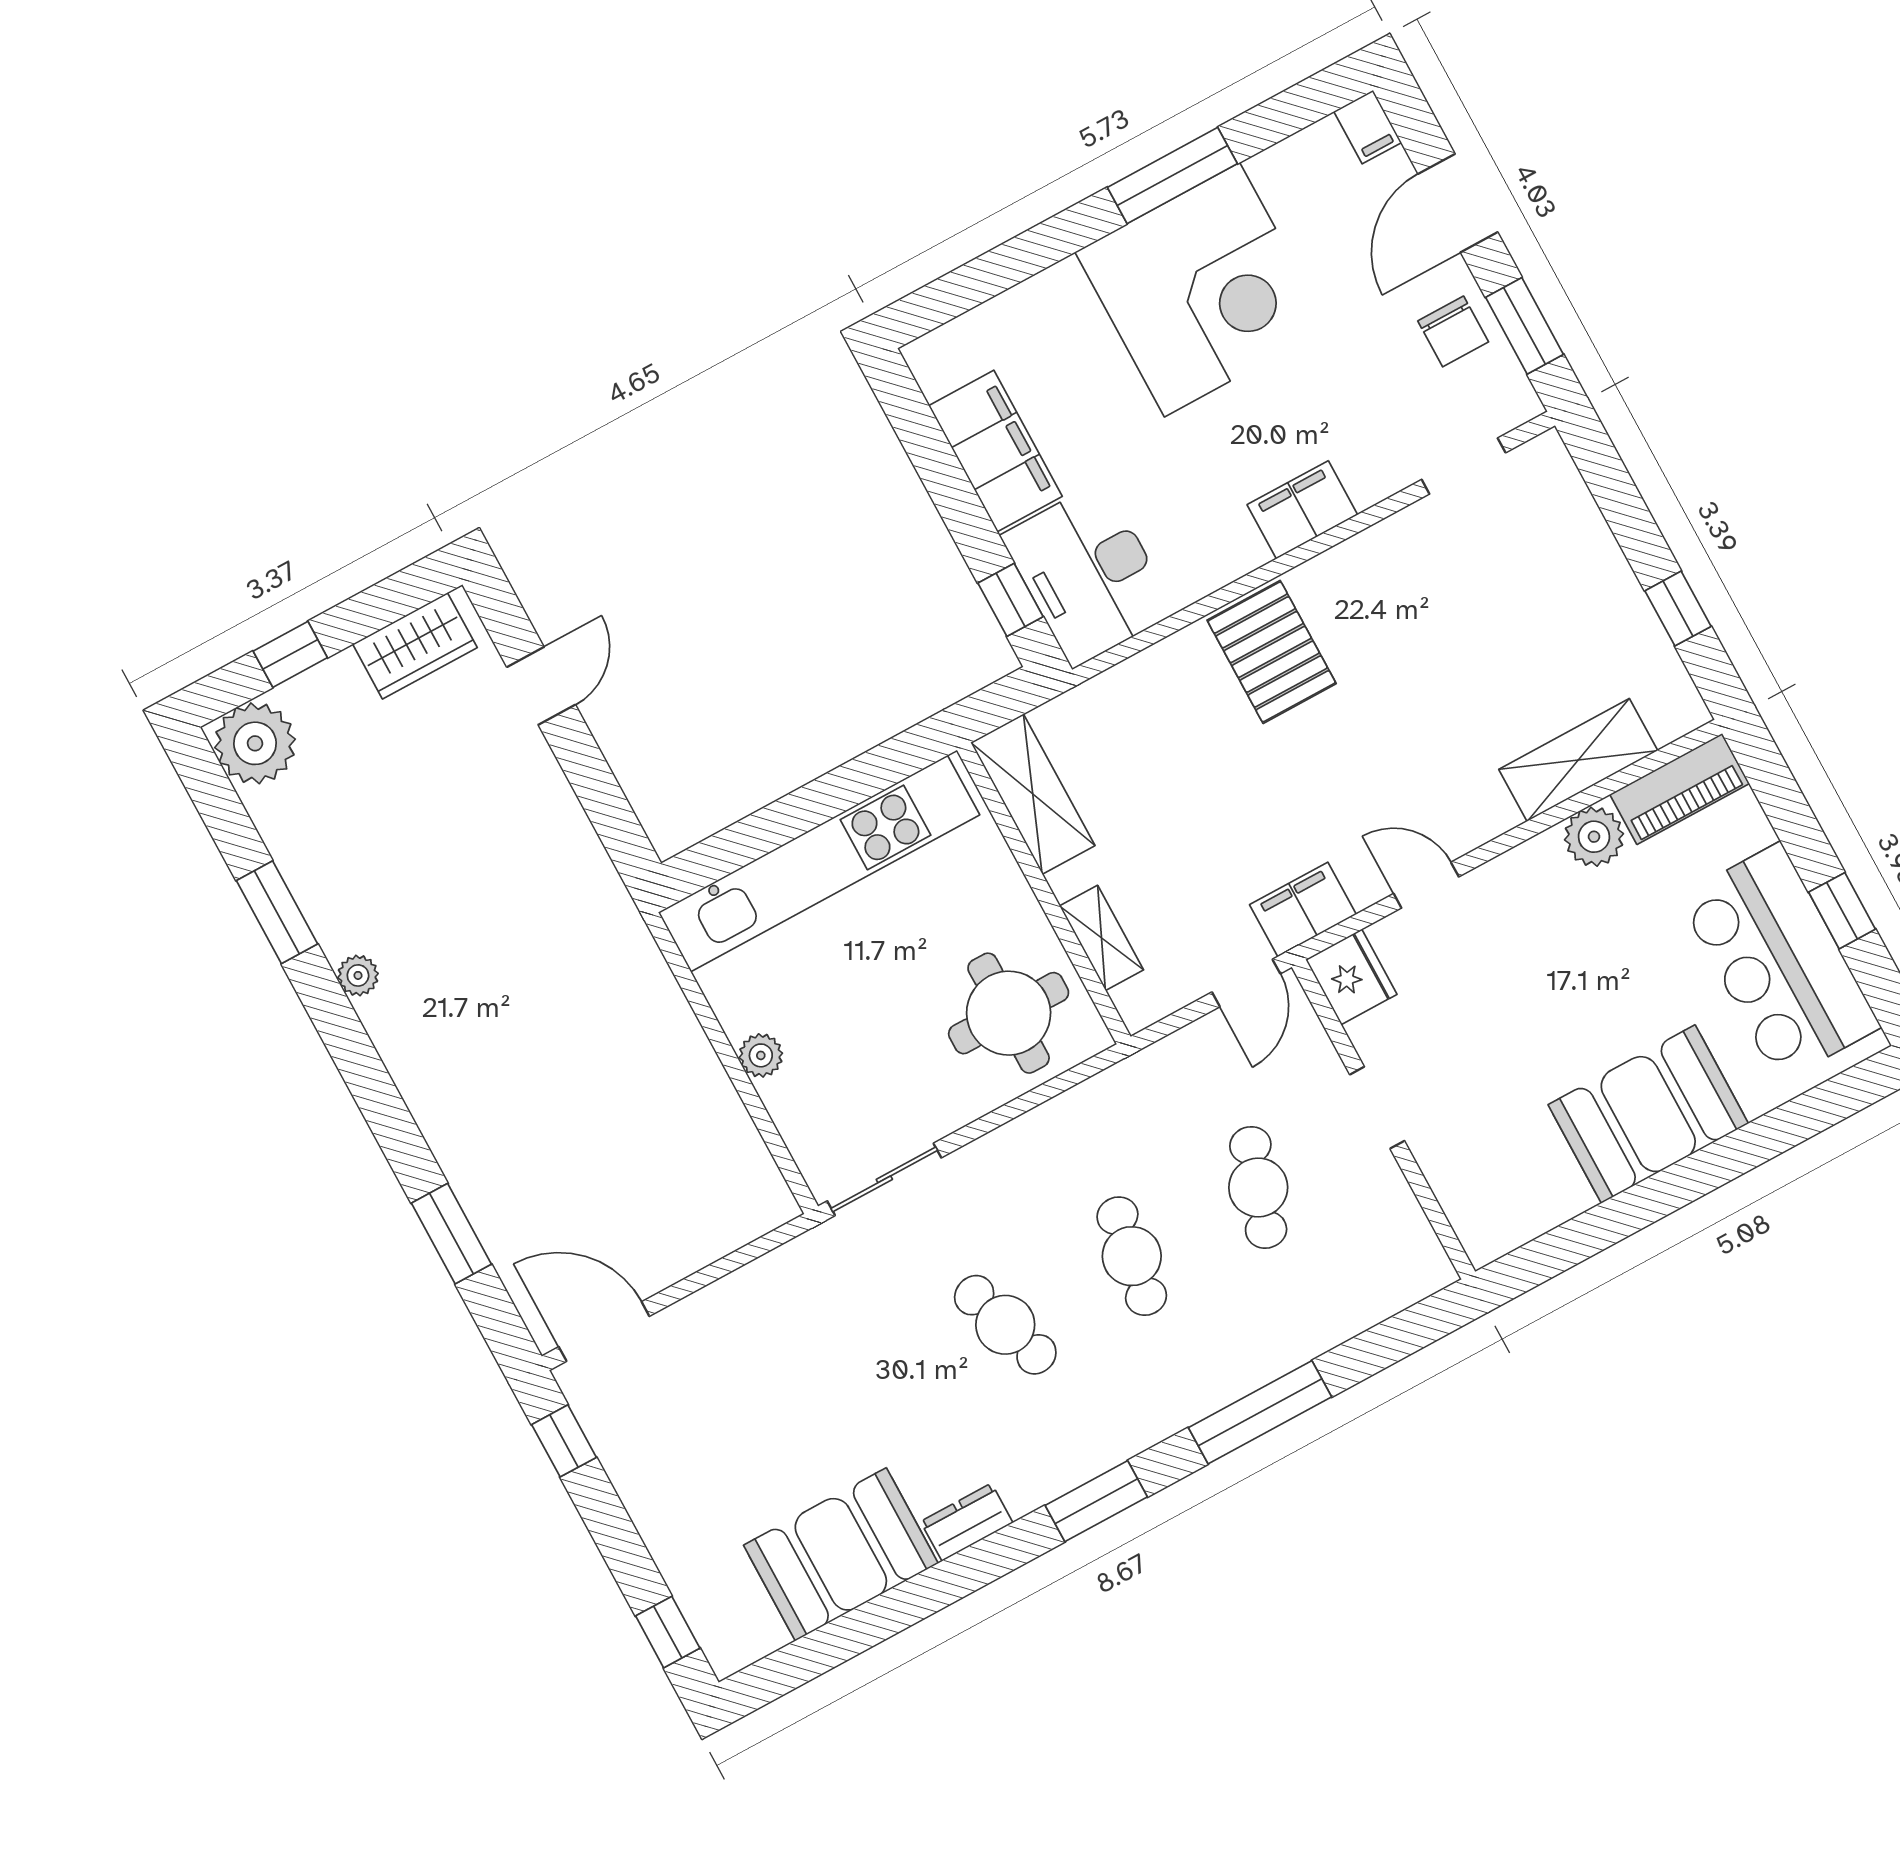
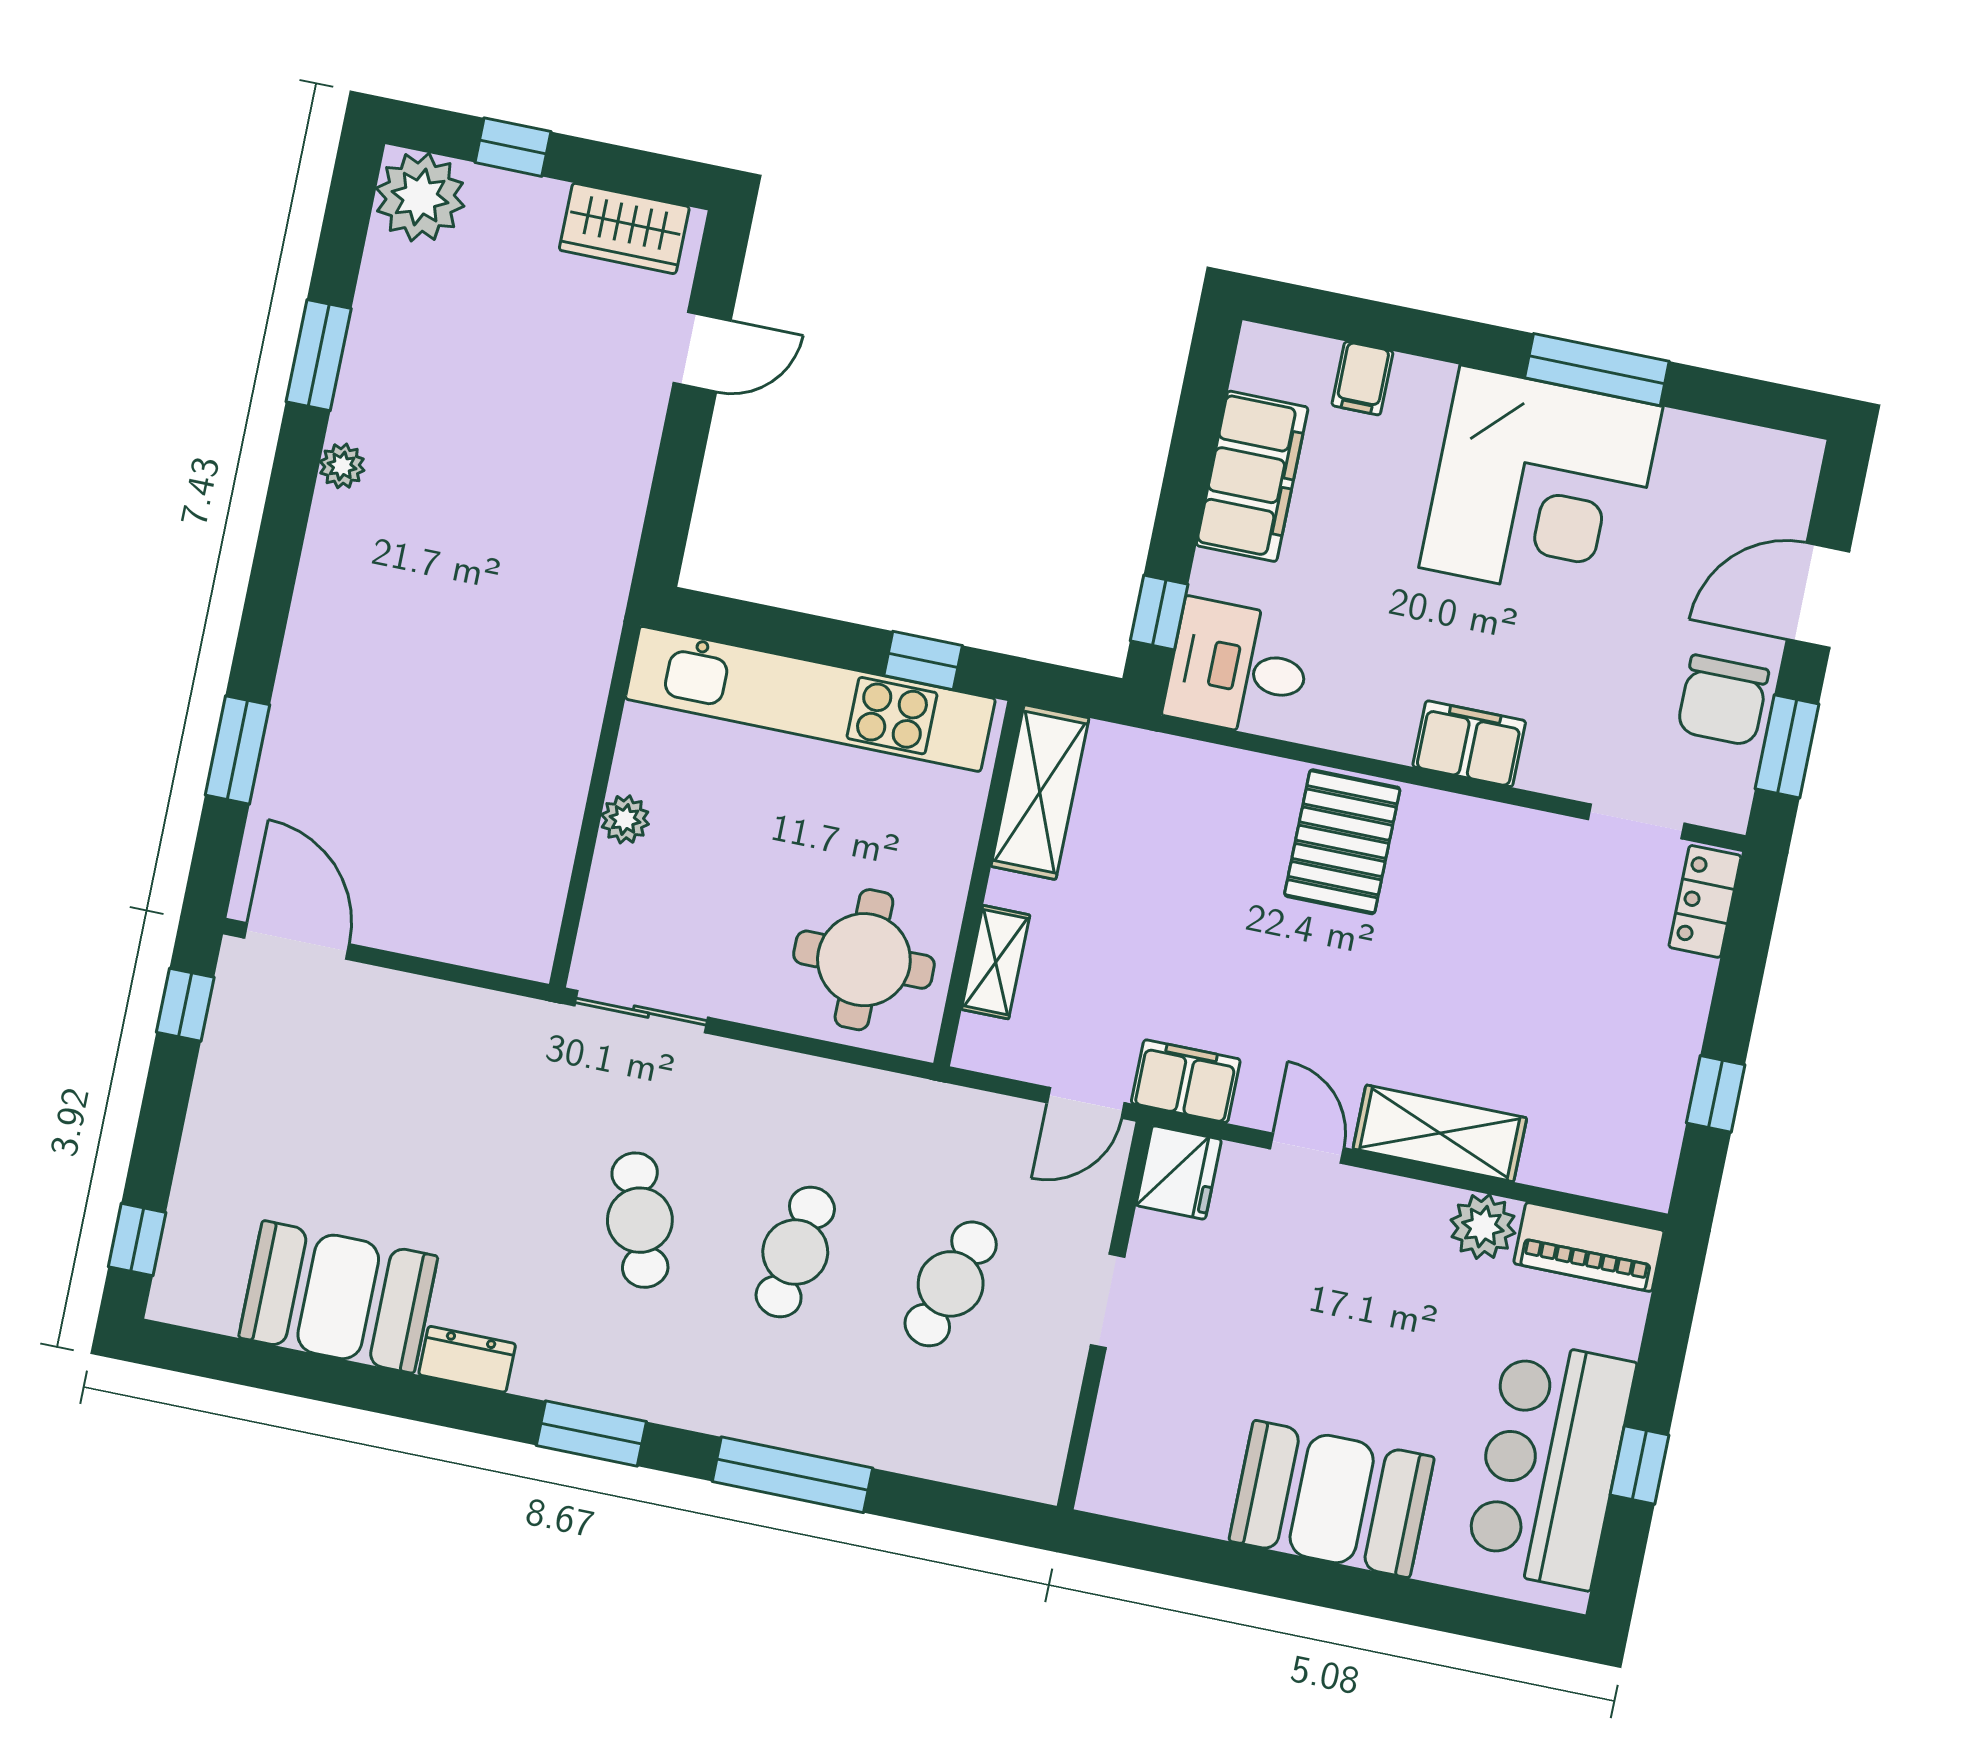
filing cabinet: (1368, 127) -> (1362, 378), moved
chair: (1453, 331) -> (1723, 700), width x1.37, depth x1.37
locker: (1558, 481) -> (1705, 901), added
desk: (1088, 574) -> (1238, 668), width x0.73
shelving: (1578, 760) -> (1440, 1133), moved
window: (875, 771) -> (923, 661), added

